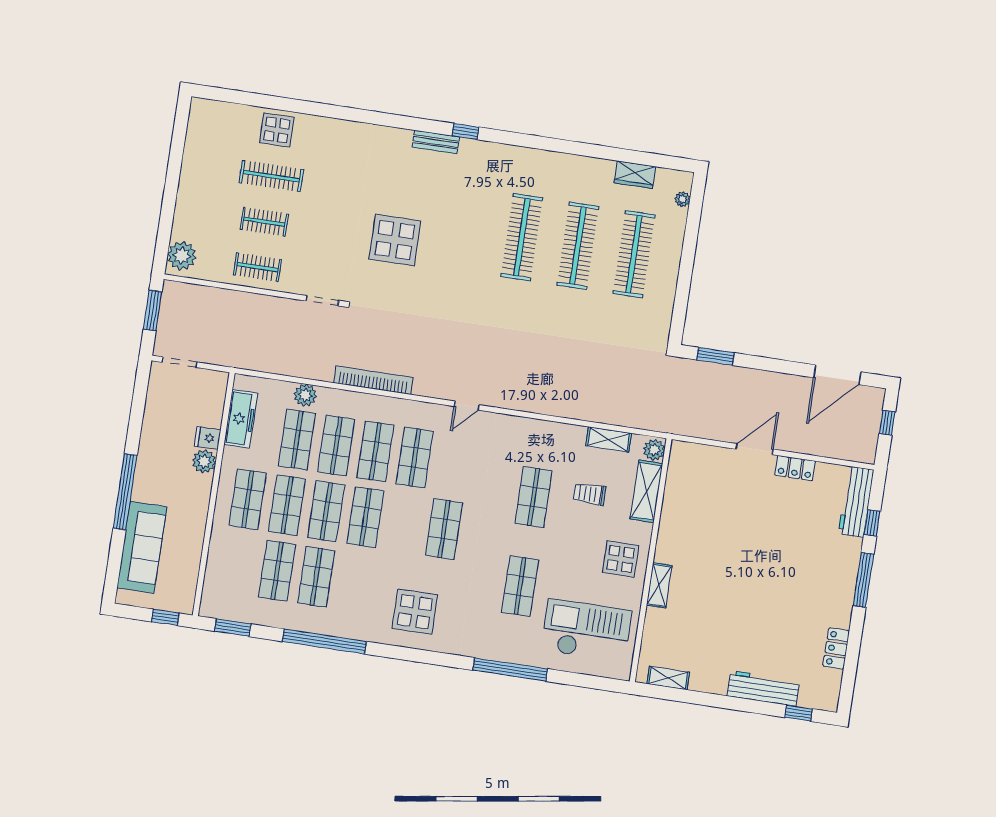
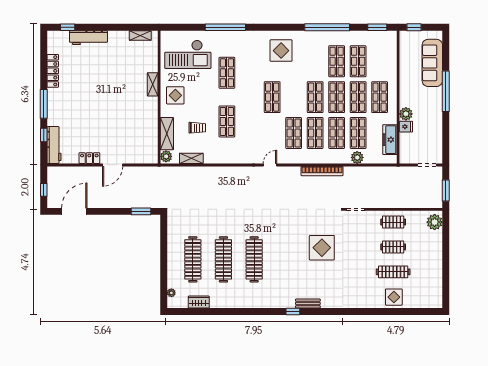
locker: (836, 648) -> (53, 71), width x1.53

